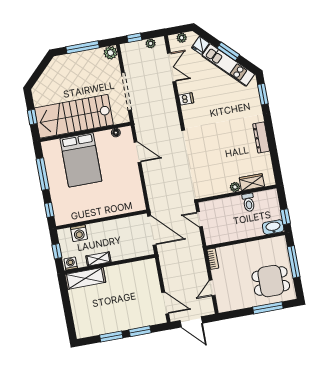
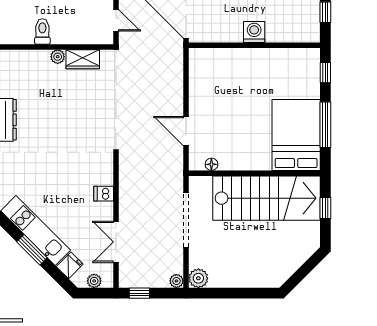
window: (134, 38) -> (139, 293), moved
plant: (151, 43) -> (176, 281), moved
window: (83, 47) -> (236, 293), removed
bed: (81, 160) -> (296, 135), moved
wardrobe: (252, 182) -> (83, 59), moved
washing machine: (79, 233) -> (254, 32), moved

